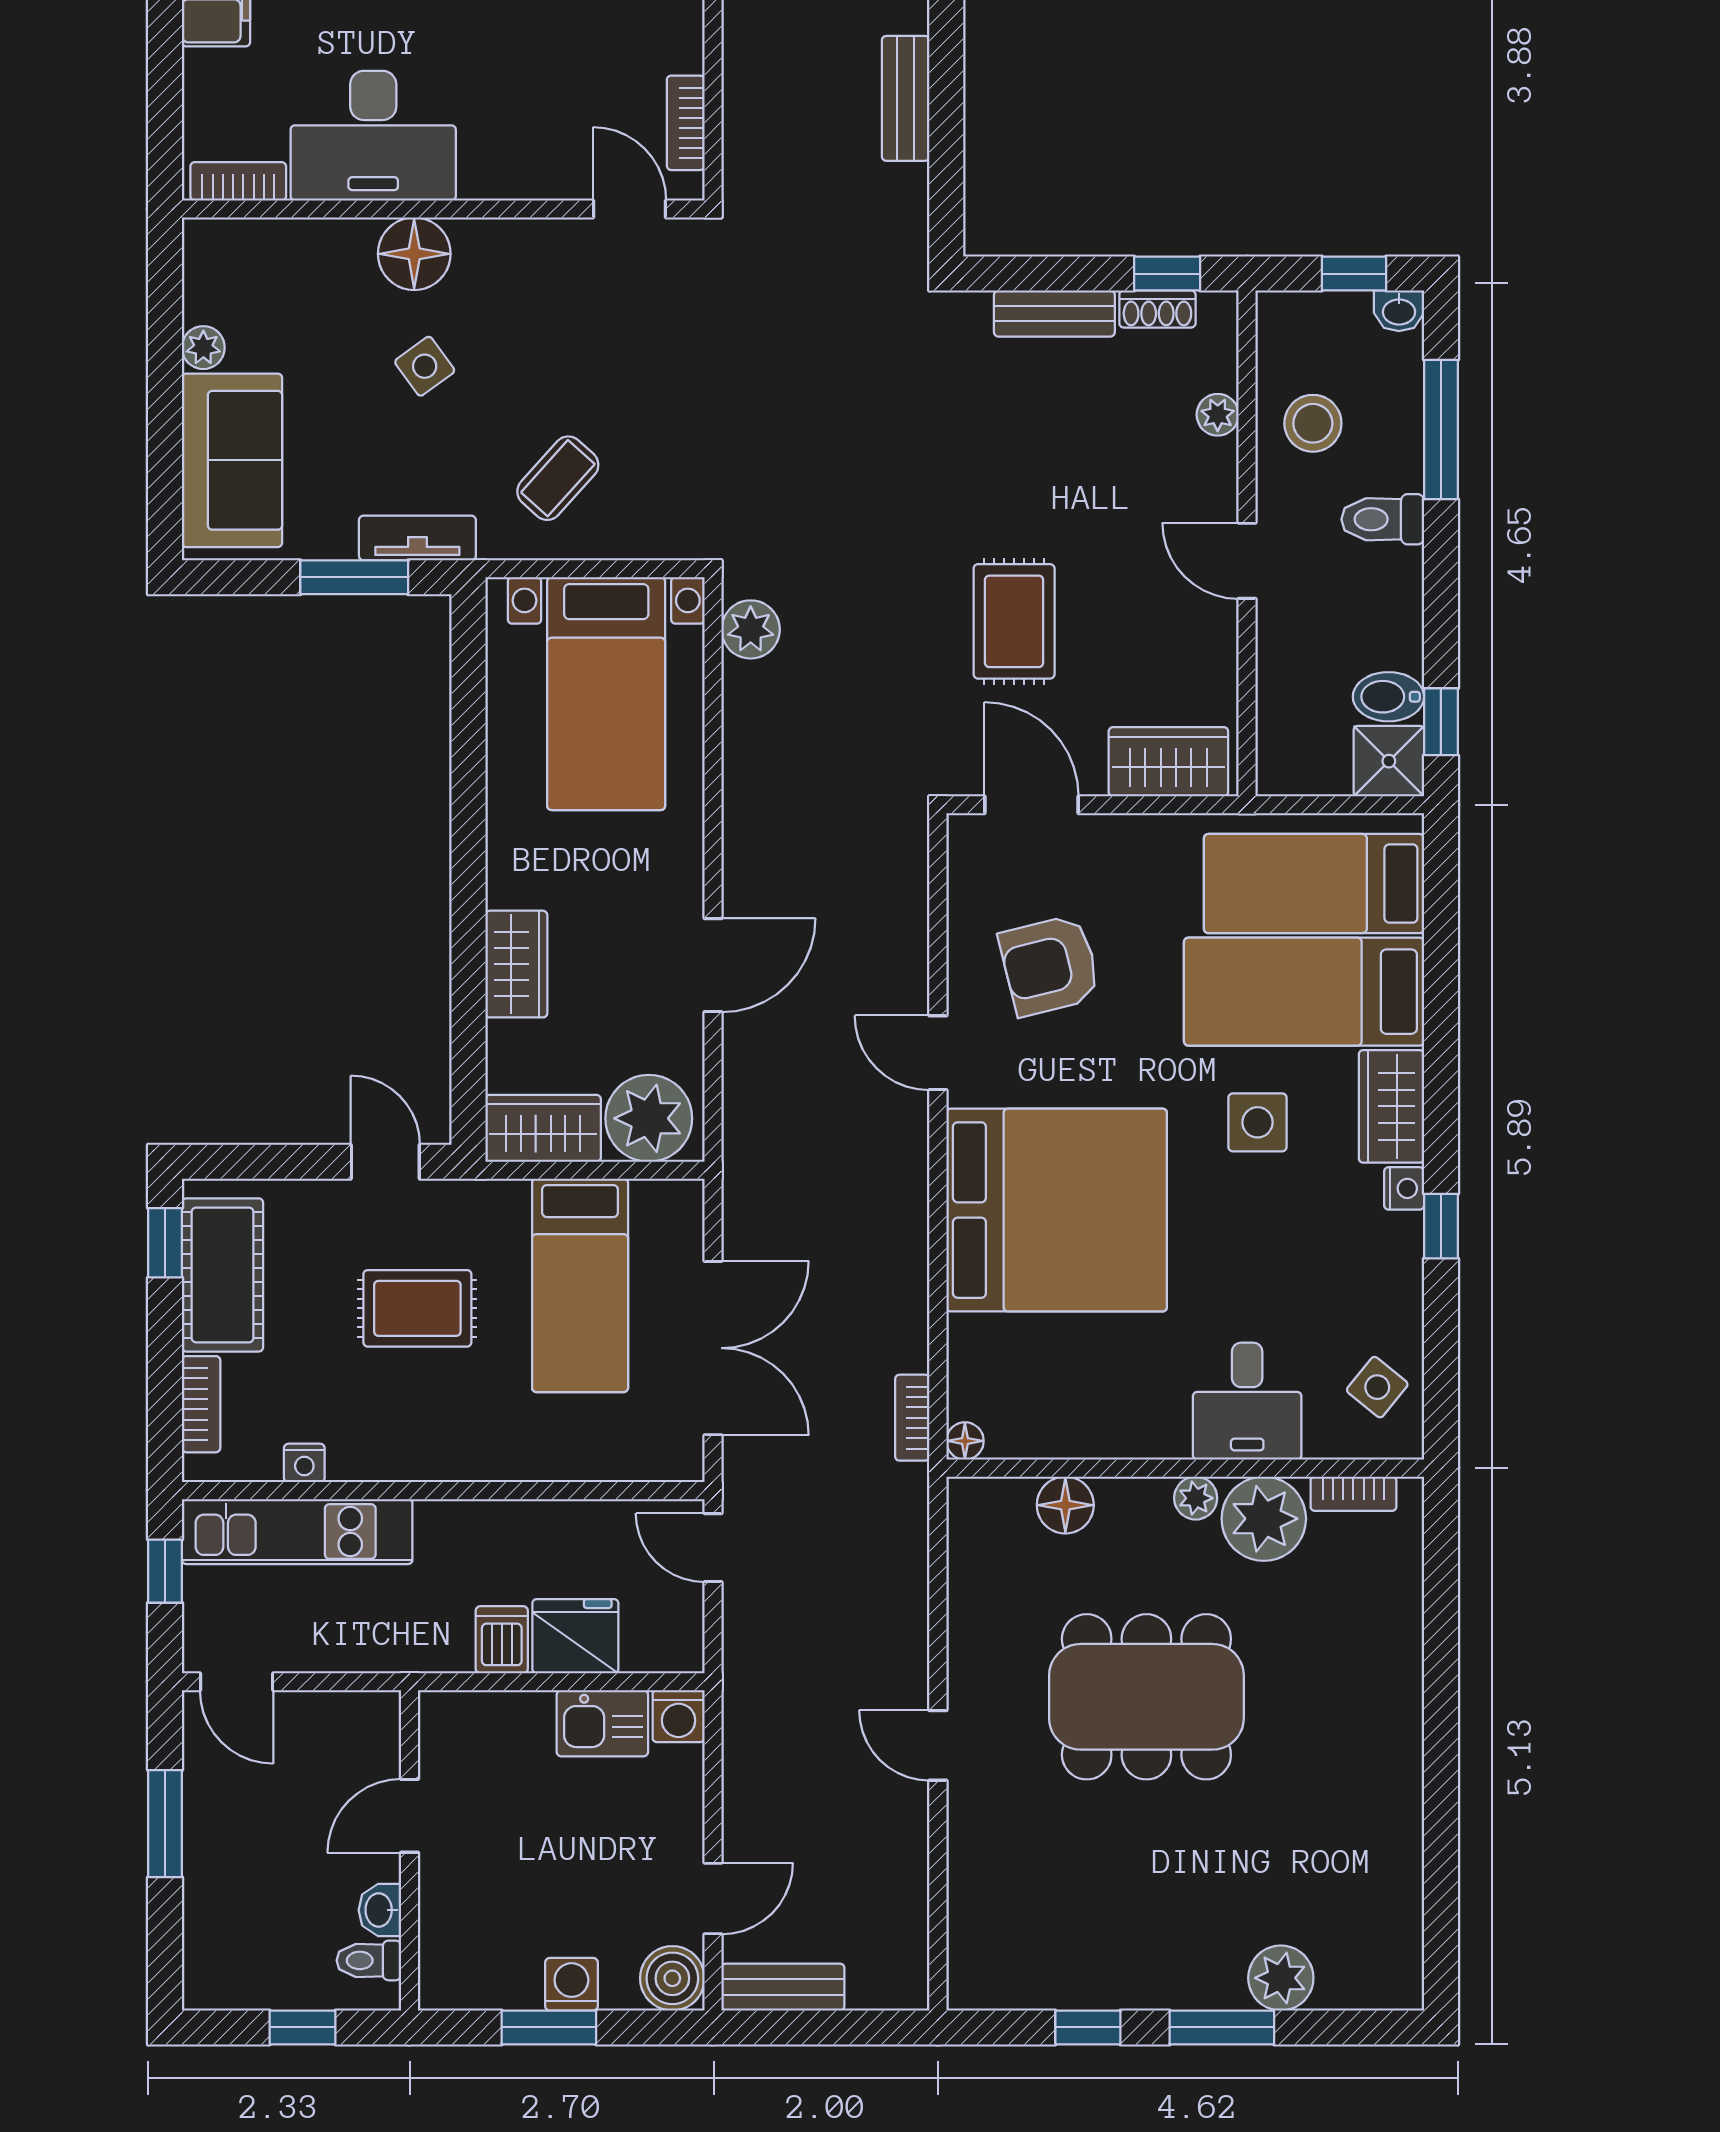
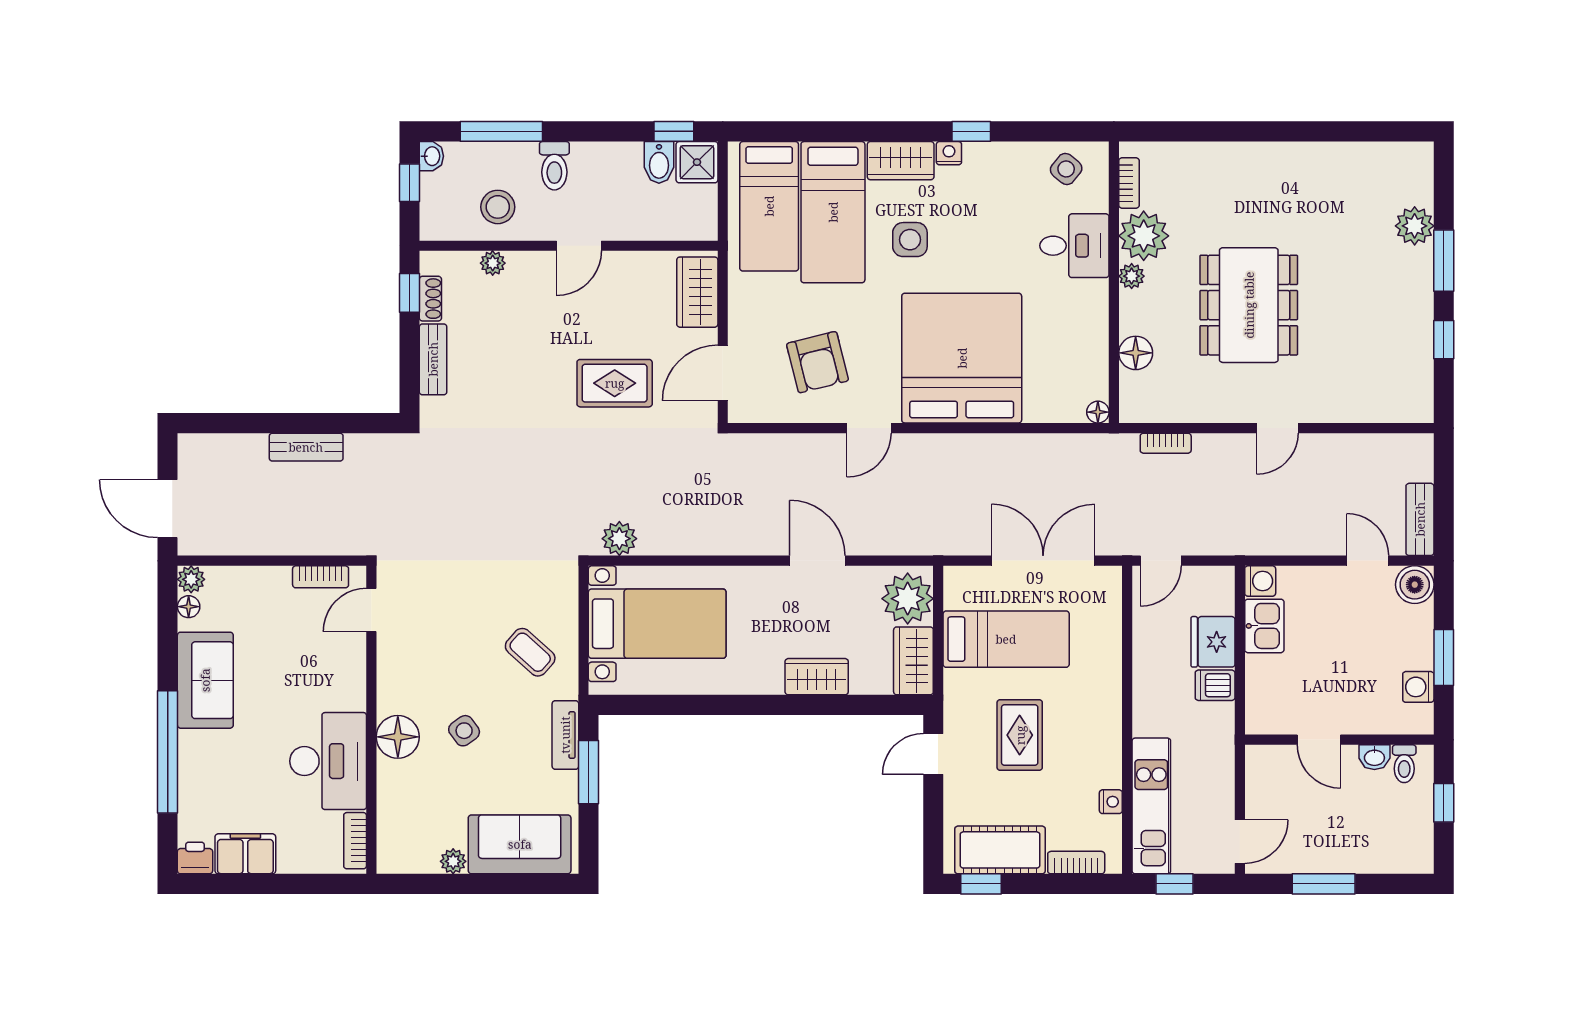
bookcase: (912, 1418) -> (1166, 443), moved
washing machine: (571, 1984) -> (1418, 687), moved

